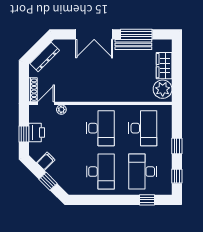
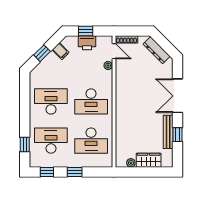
window: (136, 34) -> (177, 135), width x0.46
plant: (163, 89) -> (131, 163), width x0.53, depth x0.53
desk: (100, 172) -> (51, 101), turned 180

